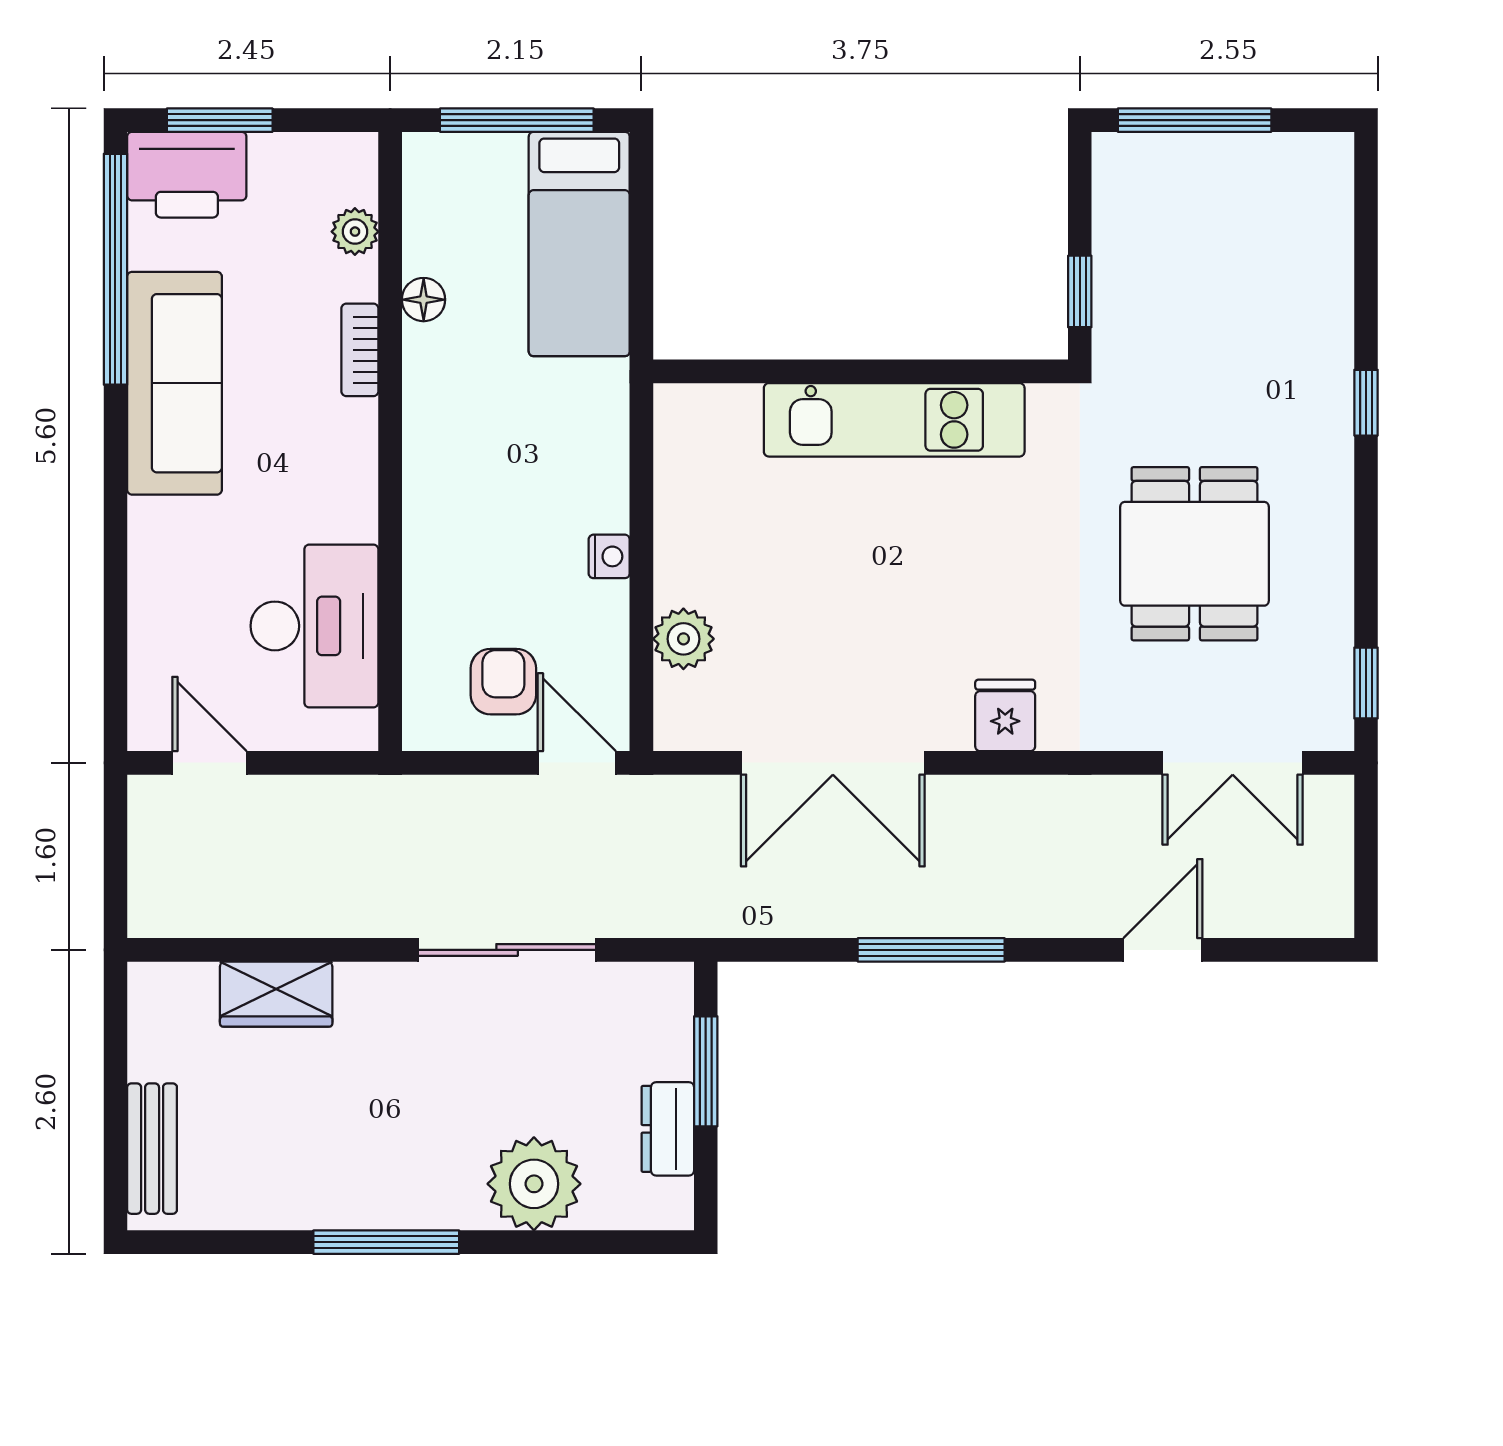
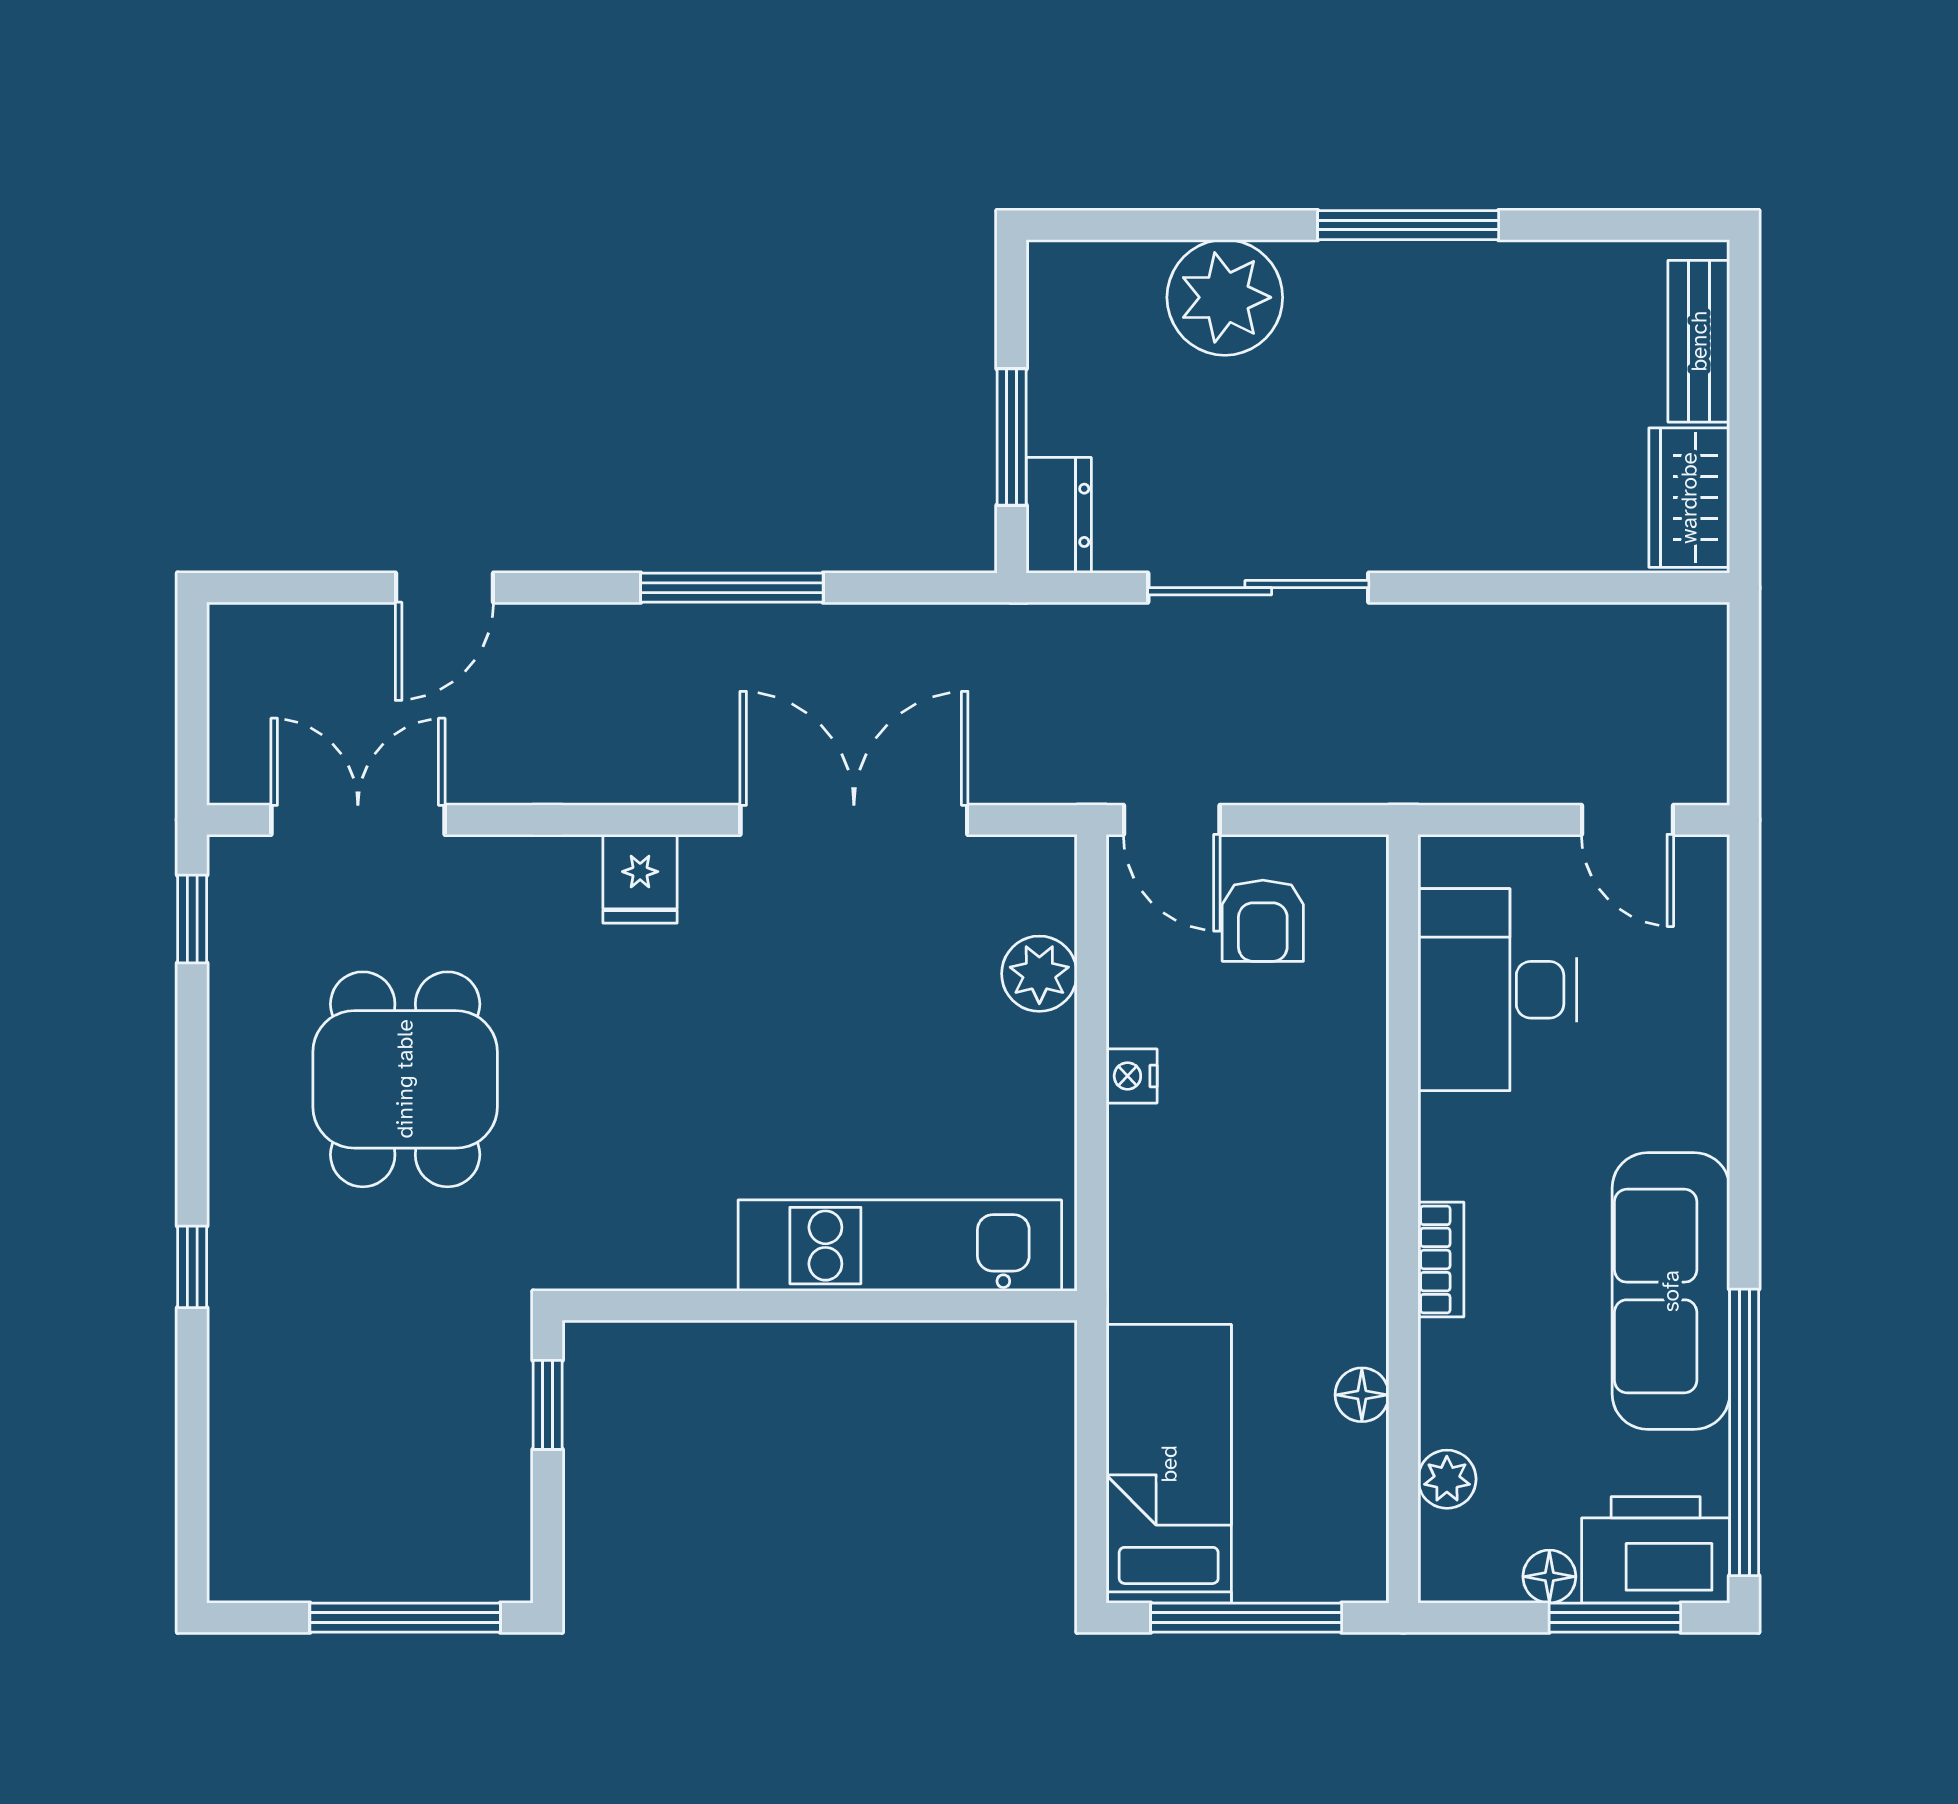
floor lamp: (272, 153) -> (1549, 1577), added
bookcase: (360, 350) -> (1441, 1259), moved
kitchen unit: (894, 420) -> (900, 1246), moved
wardrobe: (276, 994) -> (1689, 498), moved, turned -90
dresser: (668, 1129) -> (1059, 515), moved

